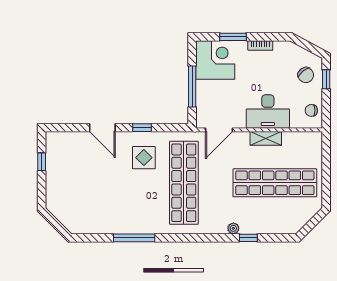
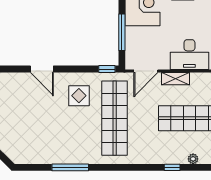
window: (142, 128) -> (107, 69), moved
shelving: (266, 138) -> (175, 79), moved
plant: (233, 228) -> (193, 159), moved

